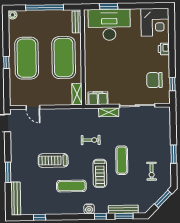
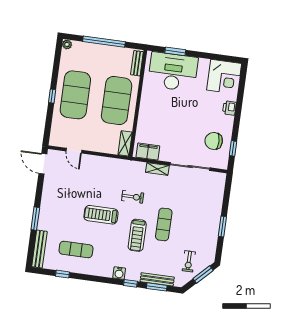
treadmill: (53, 160) -> (101, 215), moved
exercise bike: (152, 171) -> (189, 261), moved
exercise mat: (71, 186) -> (76, 250), moved

